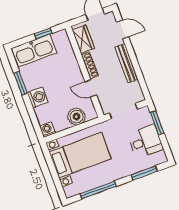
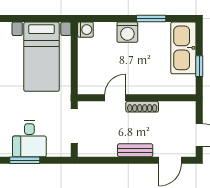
wardrobe: (83, 39) -> (175, 110), removed
bench: (126, 63) -> (135, 150), width x0.73
boiler: (77, 117) -> (88, 69), removed
window: (157, 123) -> (25, 160), moved

